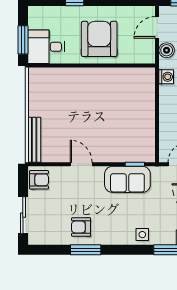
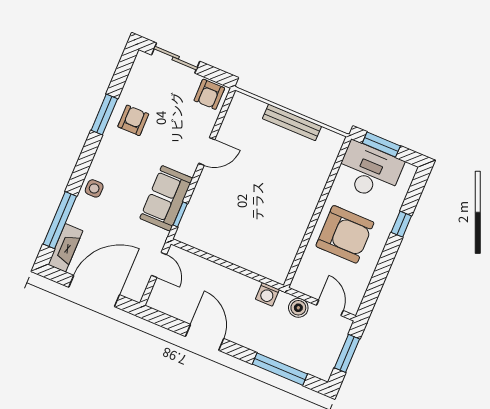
desk: (46, 47) -> (369, 171), width x1.37
bench: (34, 140) -> (292, 122), moved

